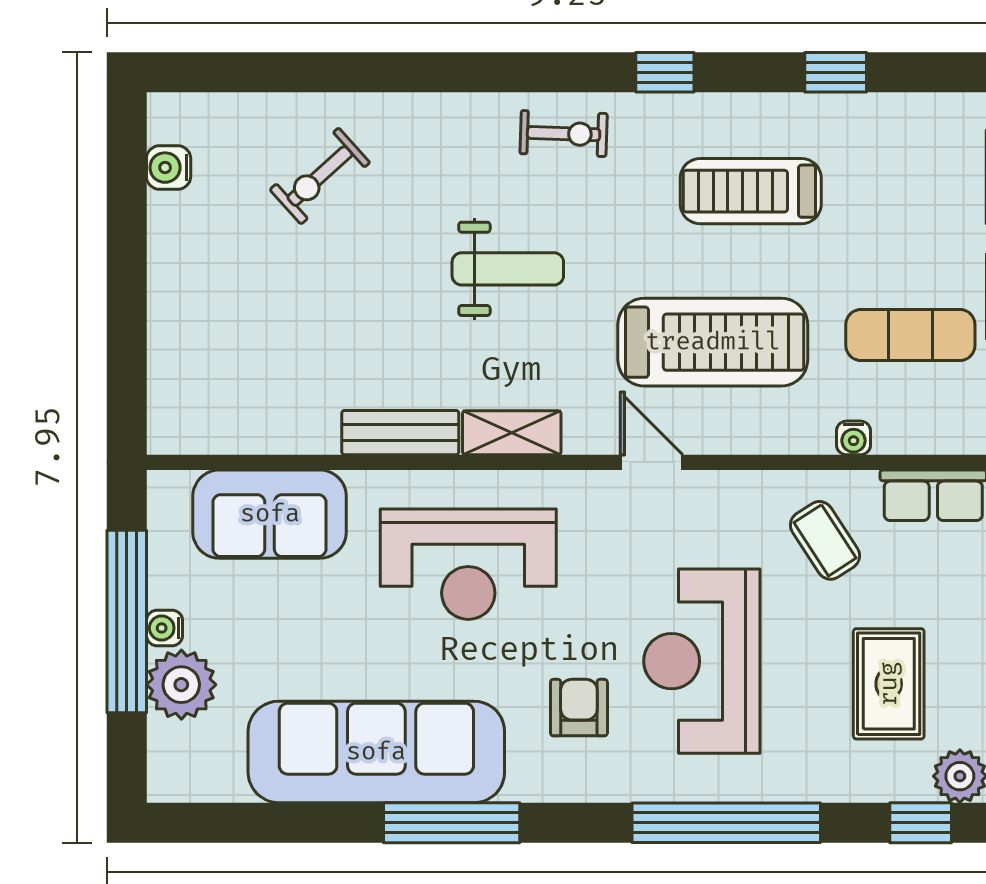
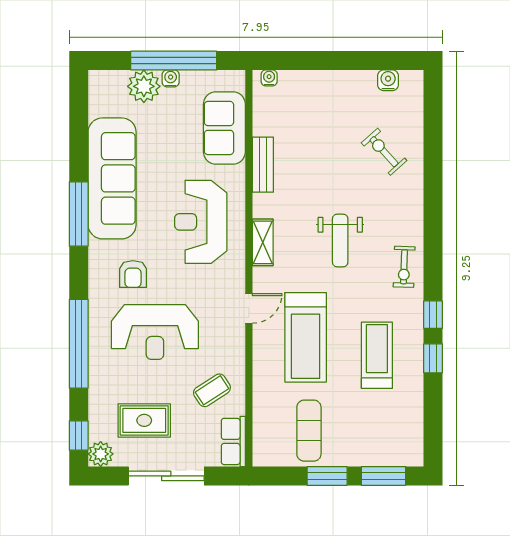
window: (836, 72) -> (433, 358), moved
bench: (400, 433) -> (263, 165), moved
water cooler: (854, 438) -> (269, 78), moved, turned 90
reception desk: (702, 661) -> (155, 332), turned 180
armchair: (579, 708) -> (133, 274), turned 90

